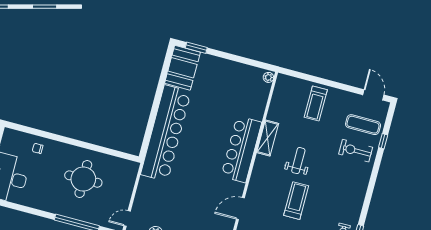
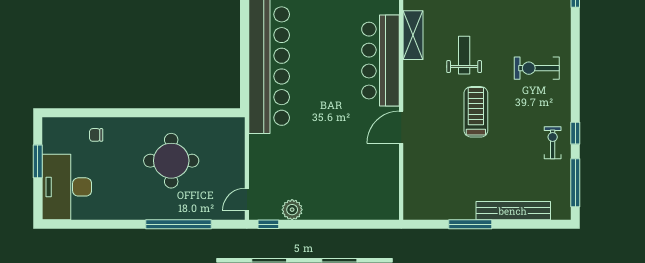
exercise bike: (356, 151) -> (537, 68), moved
door: (240, 209) -> (401, 127), moved

